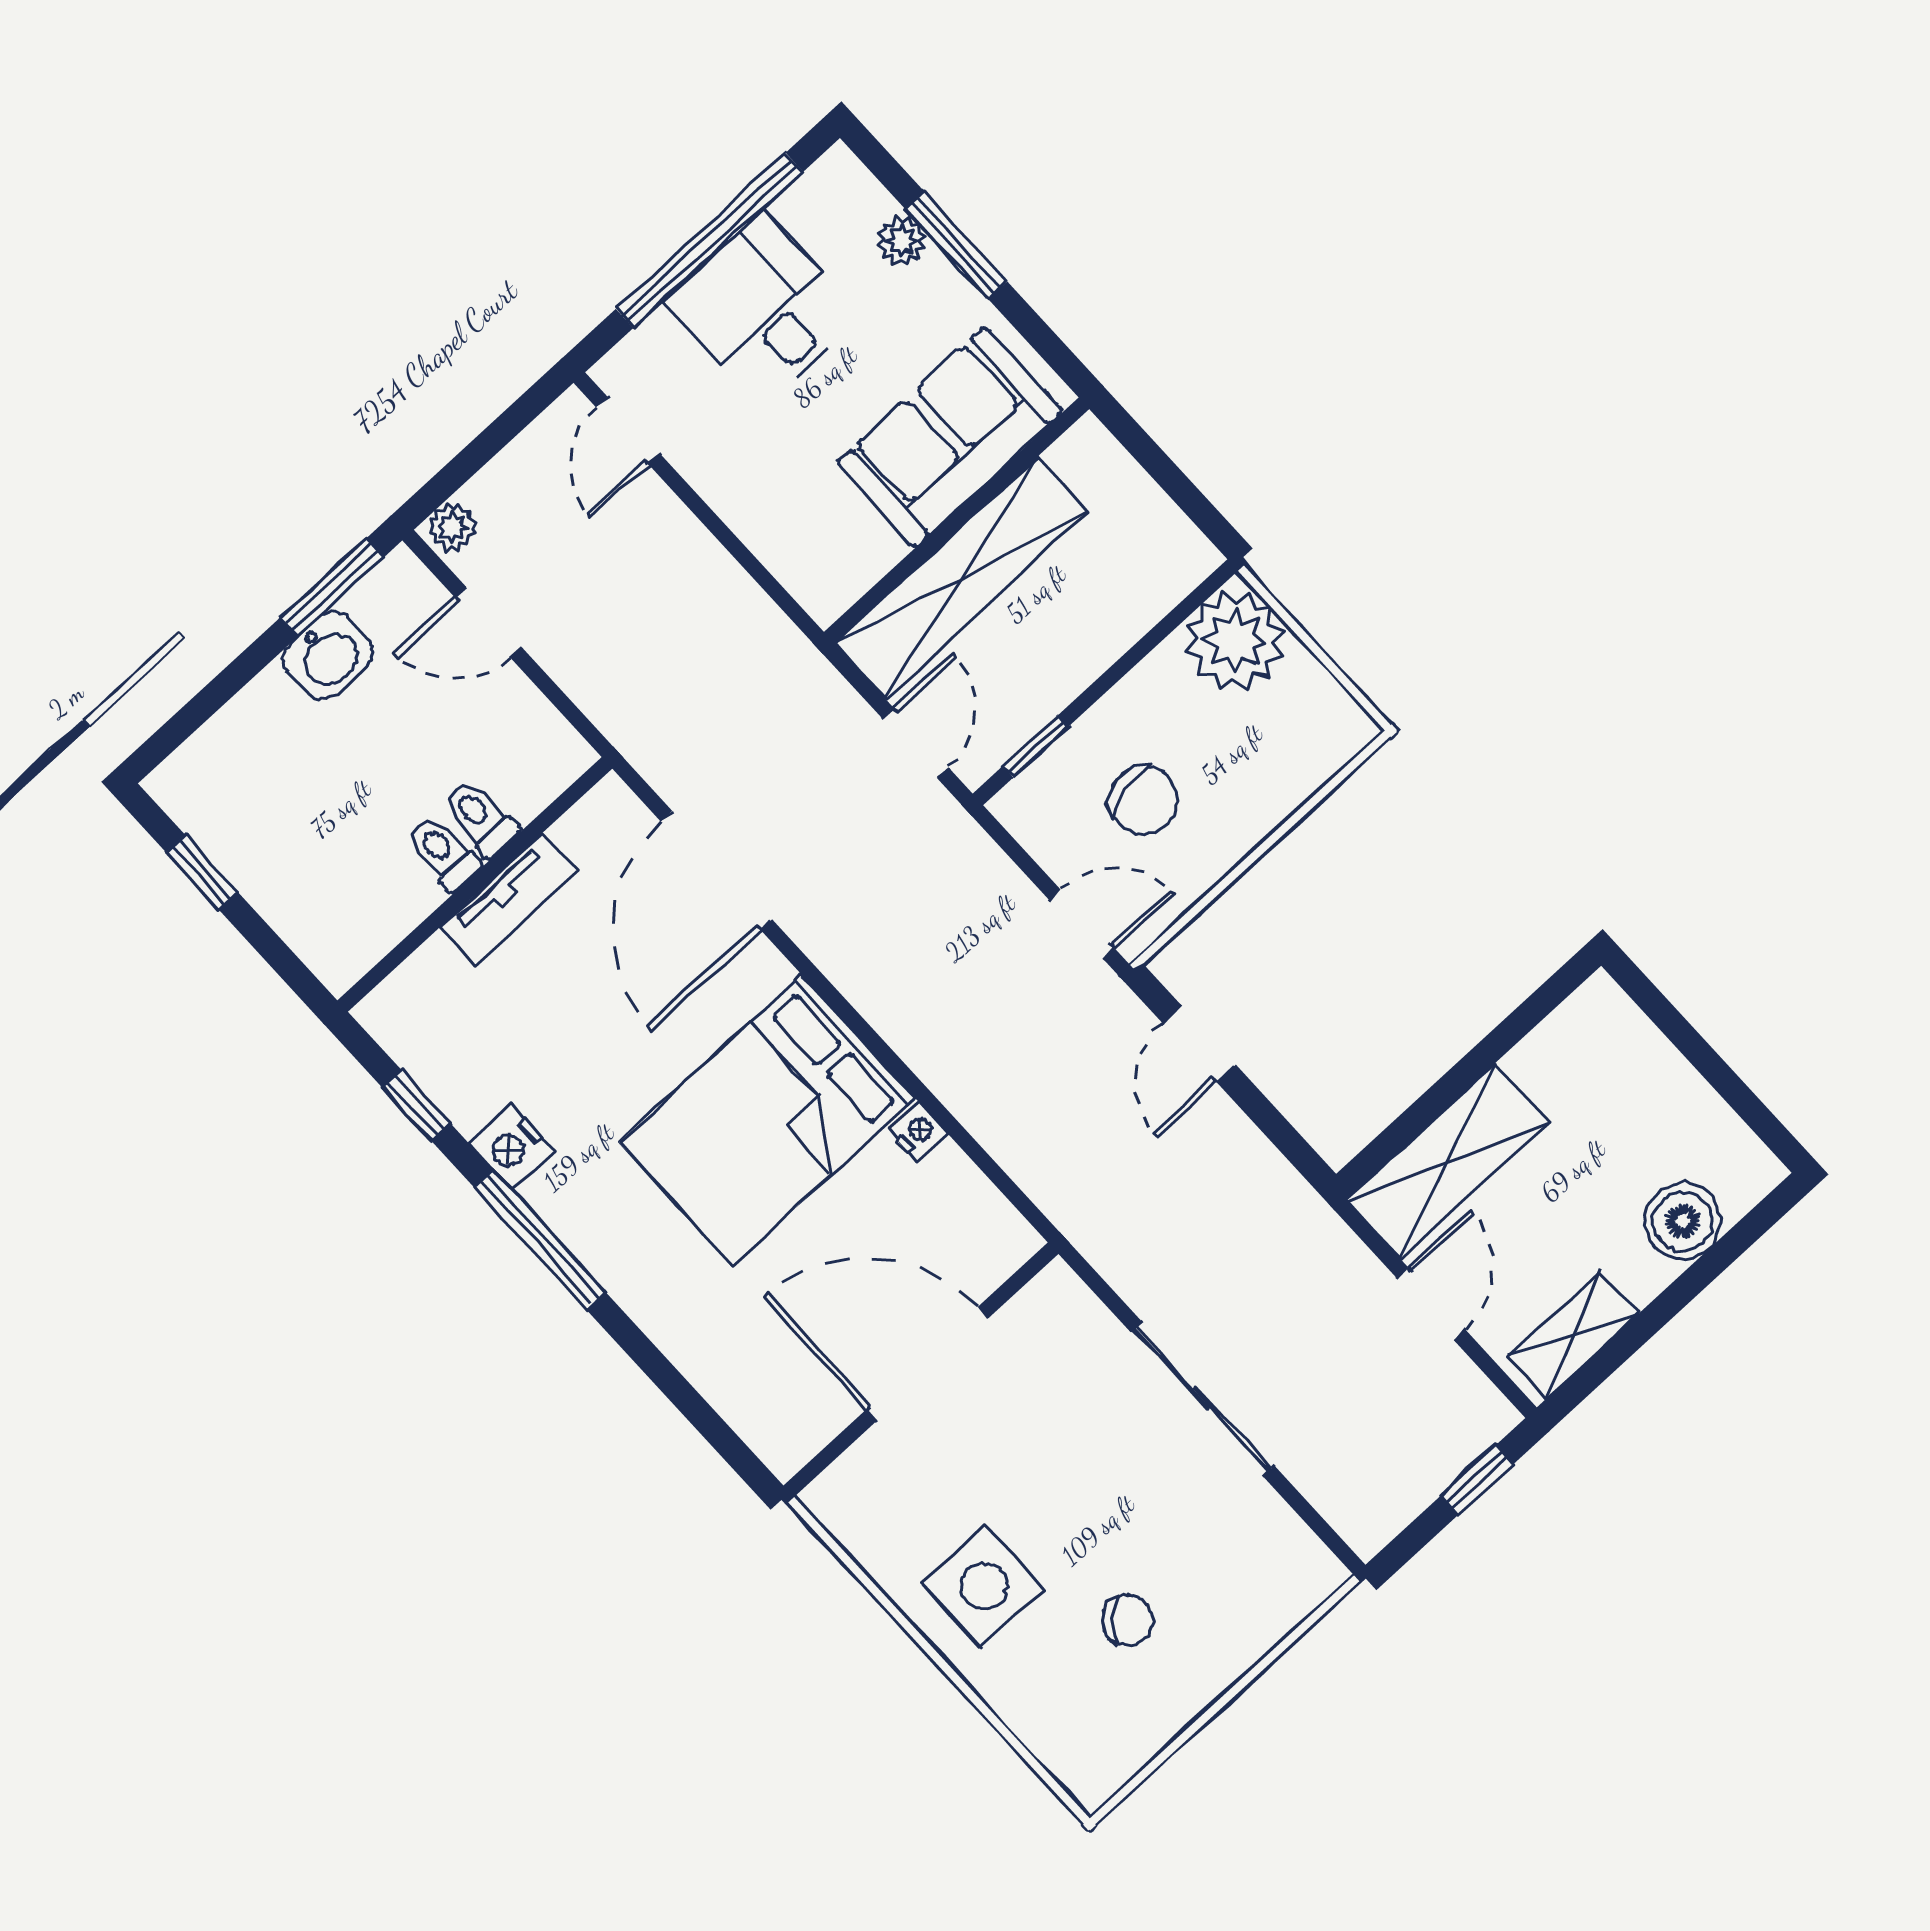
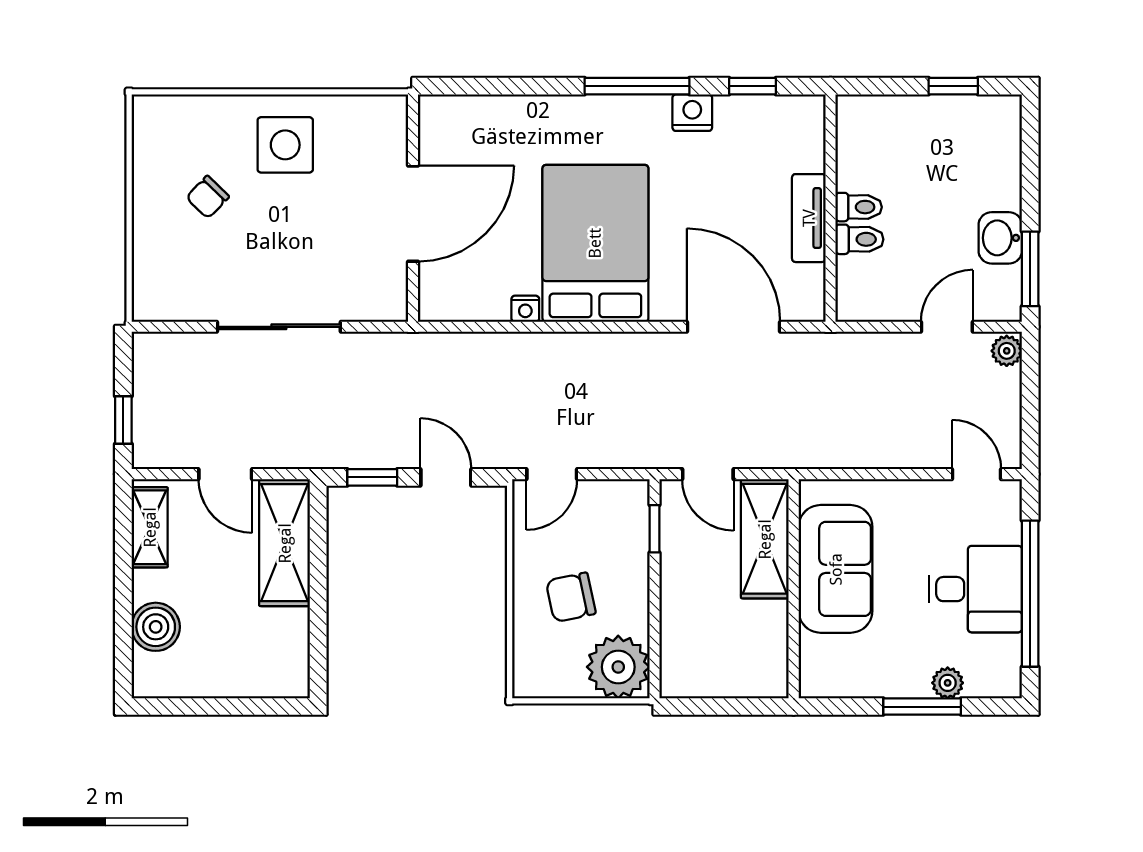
sofa: (950, 437) -> (836, 569), moved
shelving: (962, 578) -> (765, 539), width x0.68
chair: (1144, 800) -> (571, 597), moved
window: (1278, 1129) -> (372, 477), added

